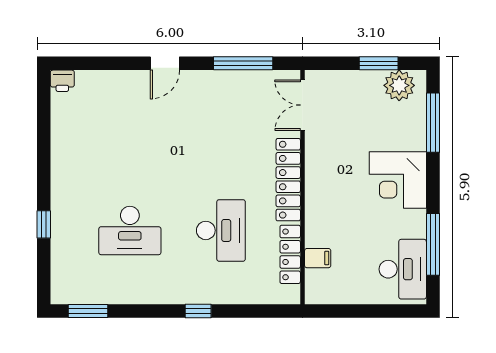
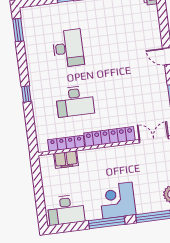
desk: (130, 230) -> (68, 48), turned 180
window: (433, 244) -> (107, 223), moved
filing cabinet: (318, 258) -> (66, 160), width x2.00

